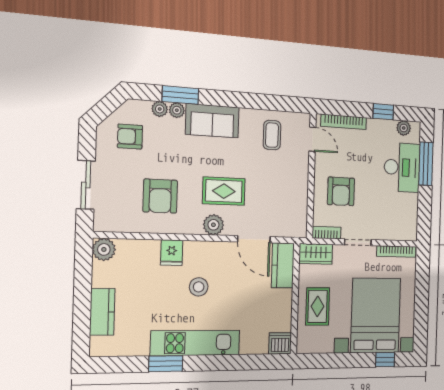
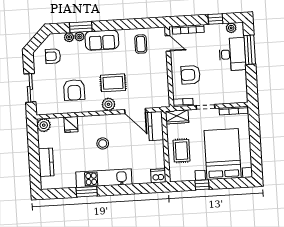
armchair: (341, 191) -> (191, 75), turned 90
fridge: (172, 253) -> (71, 124), moved
window: (385, 360) -> (202, 185), moved

